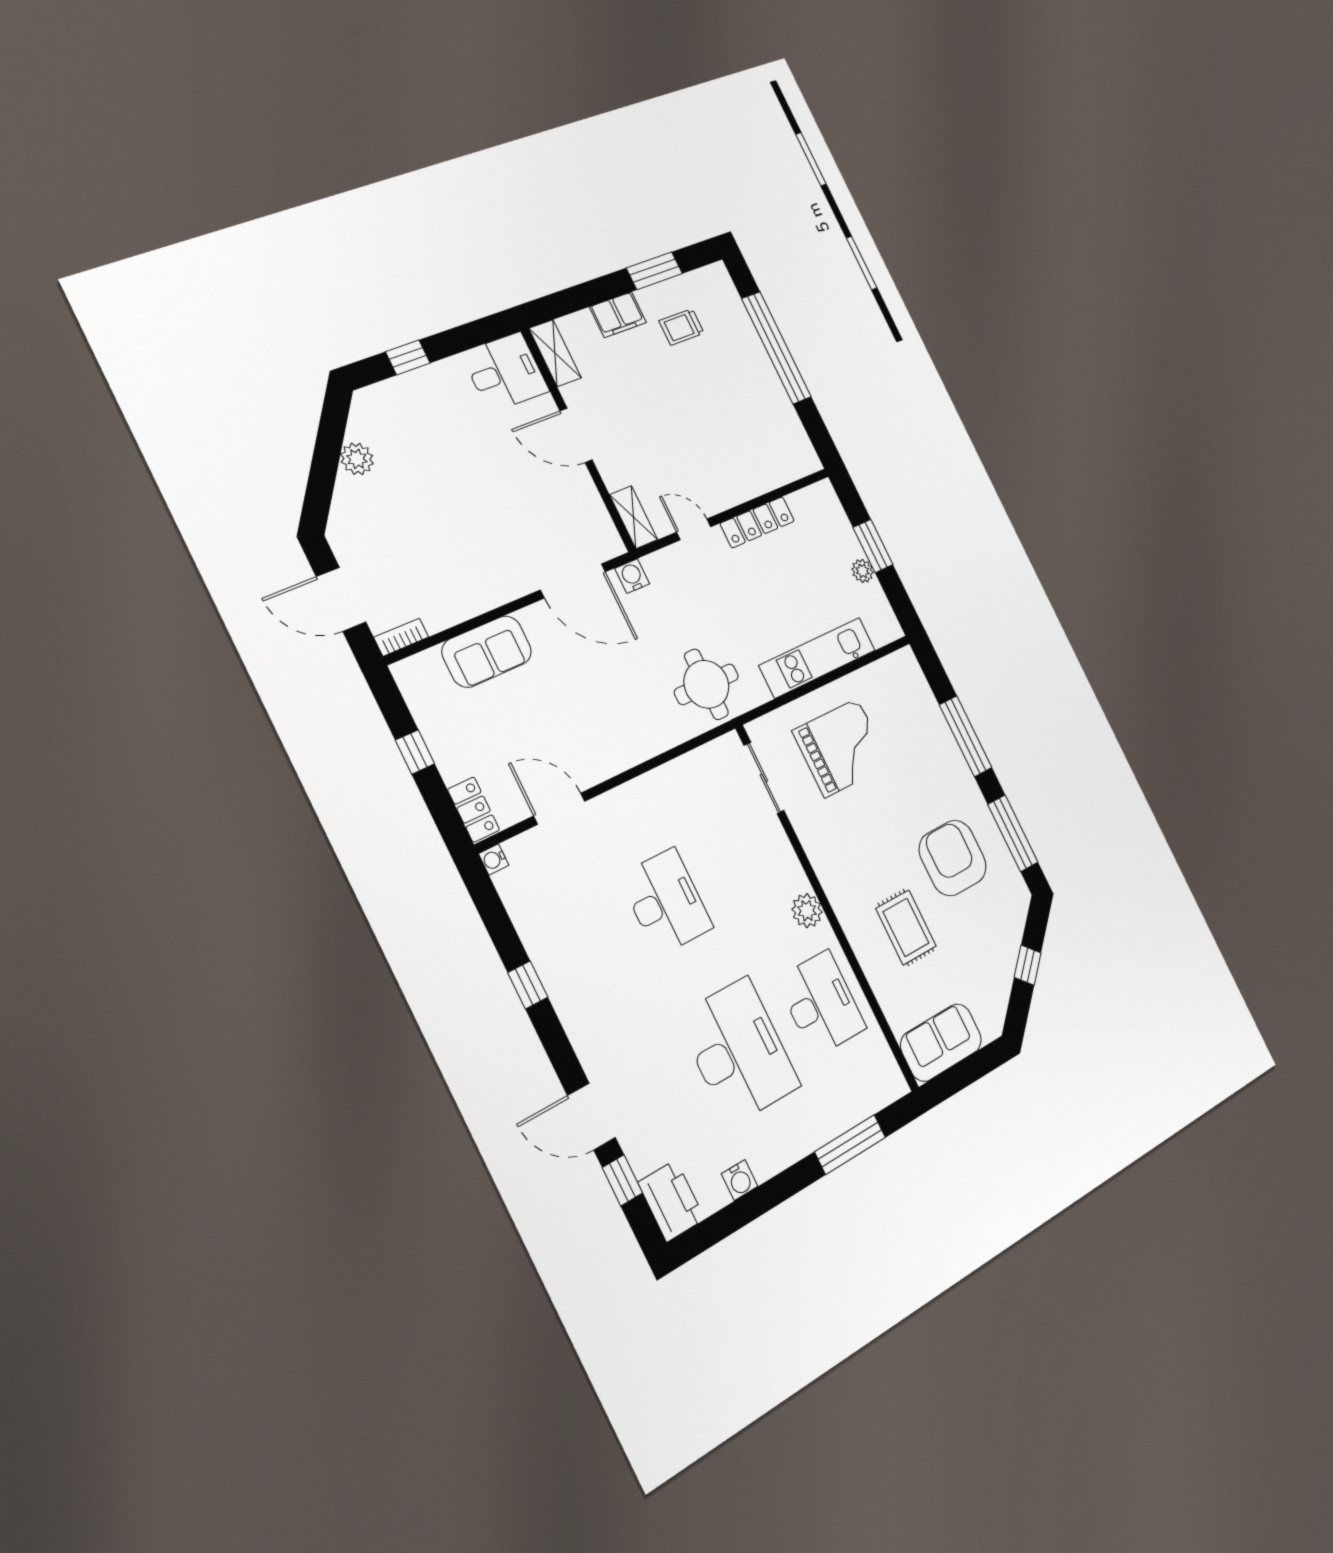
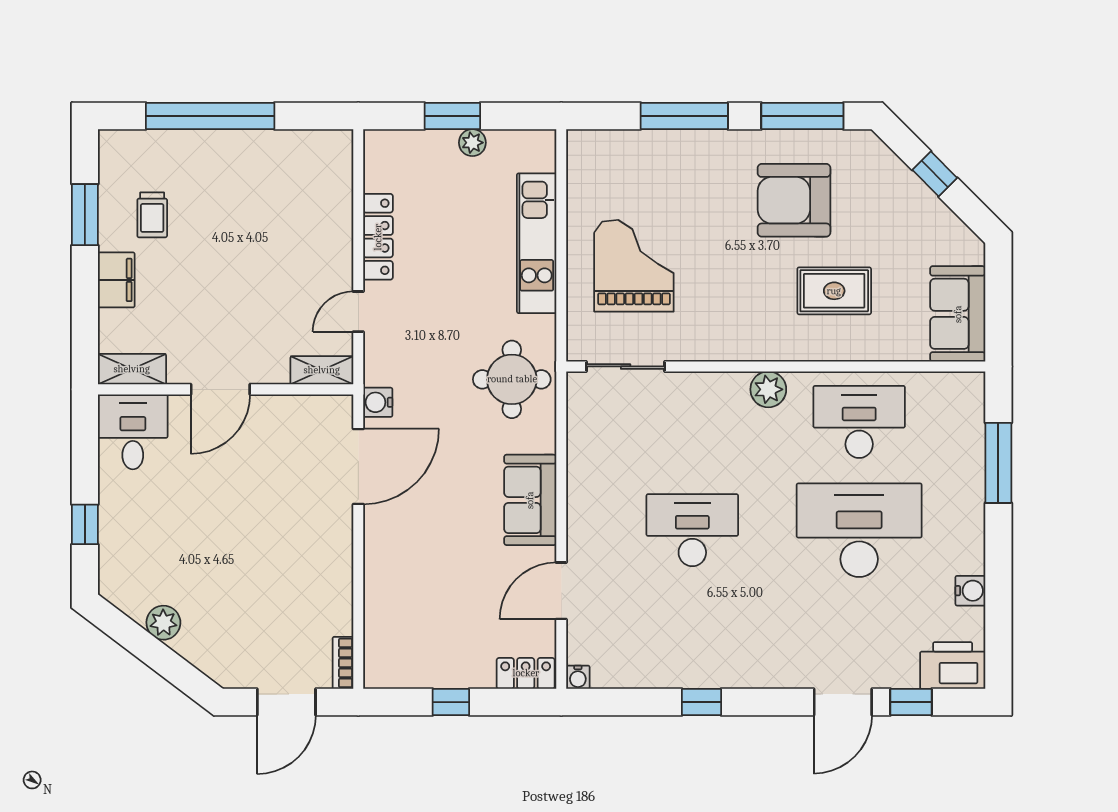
sofa: (487, 652) -> (530, 500), moved, turned 180

